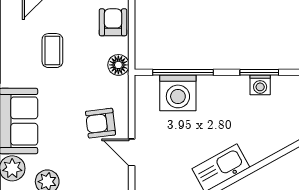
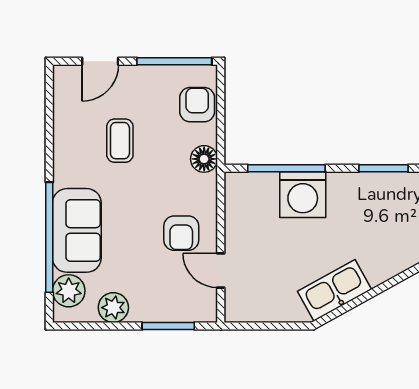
washing machine: (260, 85) -> (385, 184), removed
washing machine: (178, 93) -> (303, 195), moved
armchair: (100, 123) -> (181, 233), turned -83

